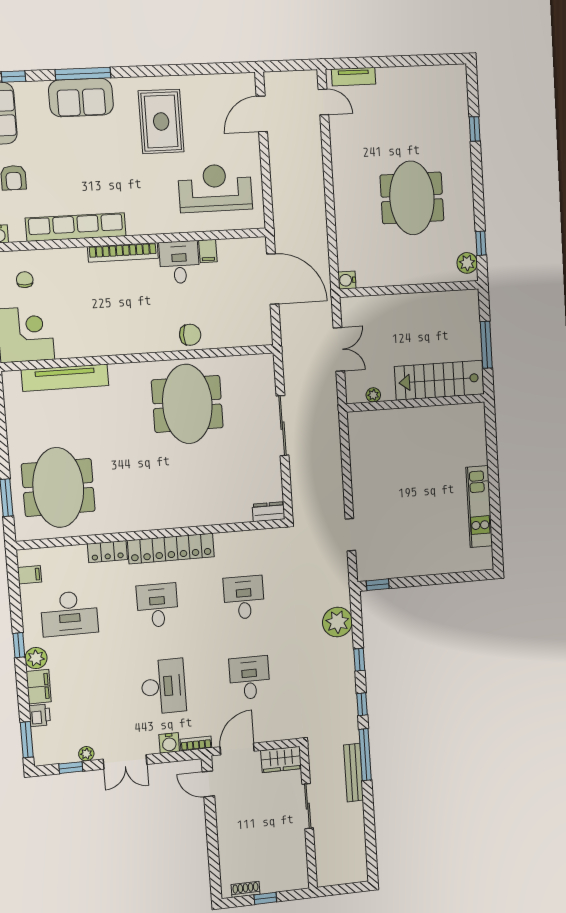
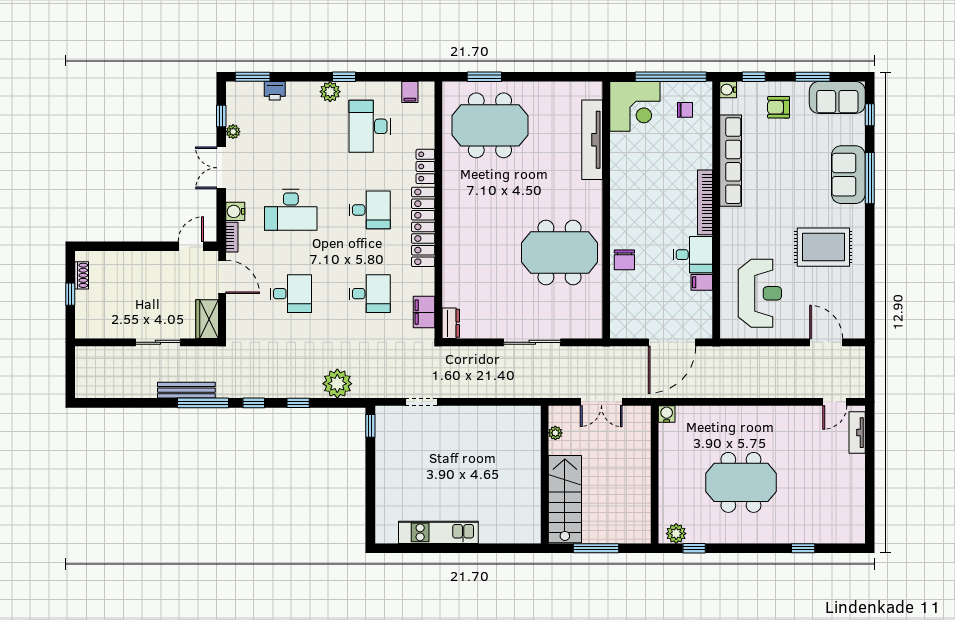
filing cabinet: (39, 687) -> (424, 312), moved, turned 90

